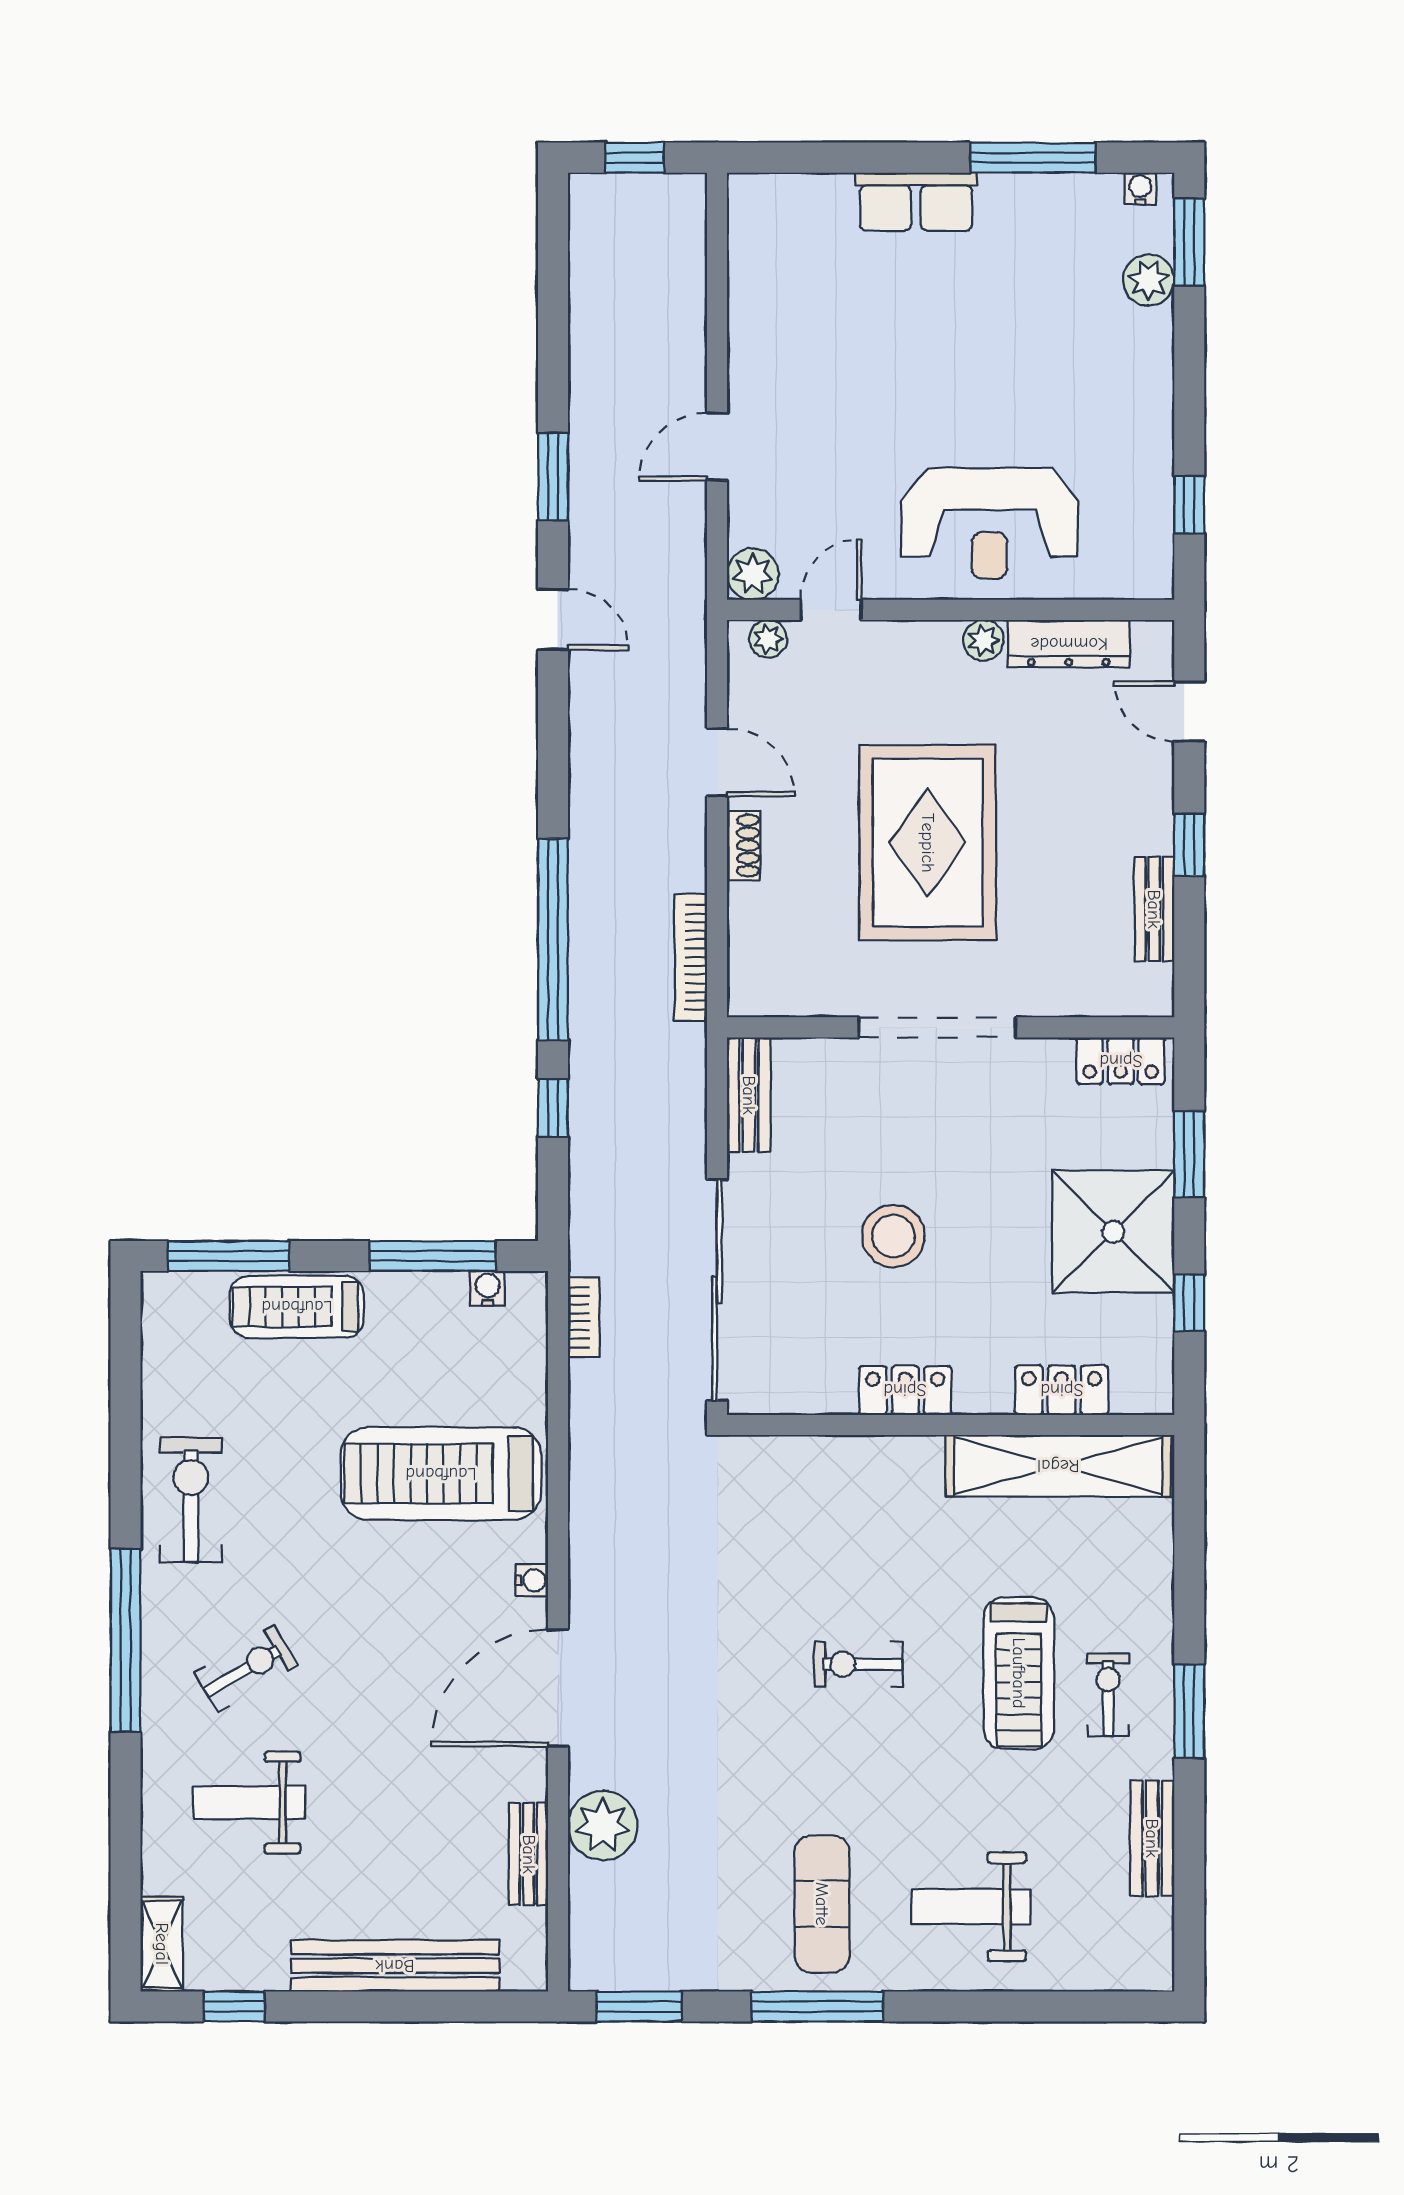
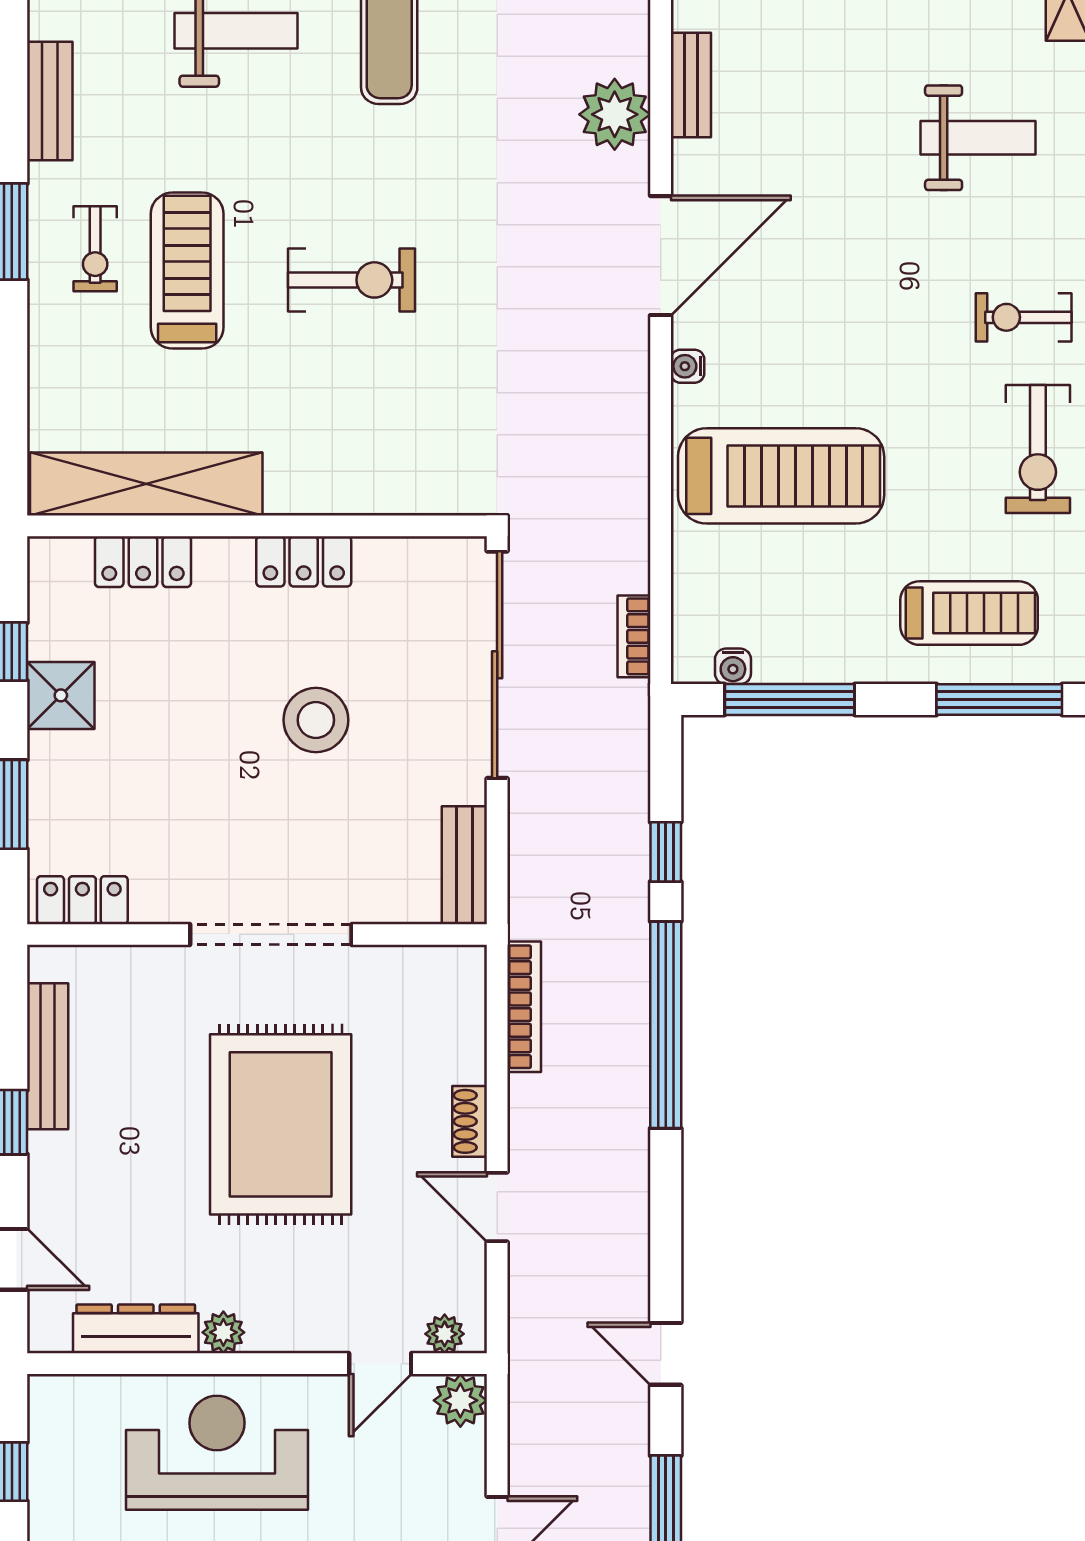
bench: (1154, 909) -> (48, 1056), width x1.36
shower: (1113, 1232) -> (61, 695), width x0.54, depth x0.54
treadmill: (297, 1307) -> (969, 613), moved
exercise bike: (859, 1664) -> (352, 280), width x1.38, depth x1.39
exercise bike: (246, 1669) -> (1024, 317), moved, turned 31

